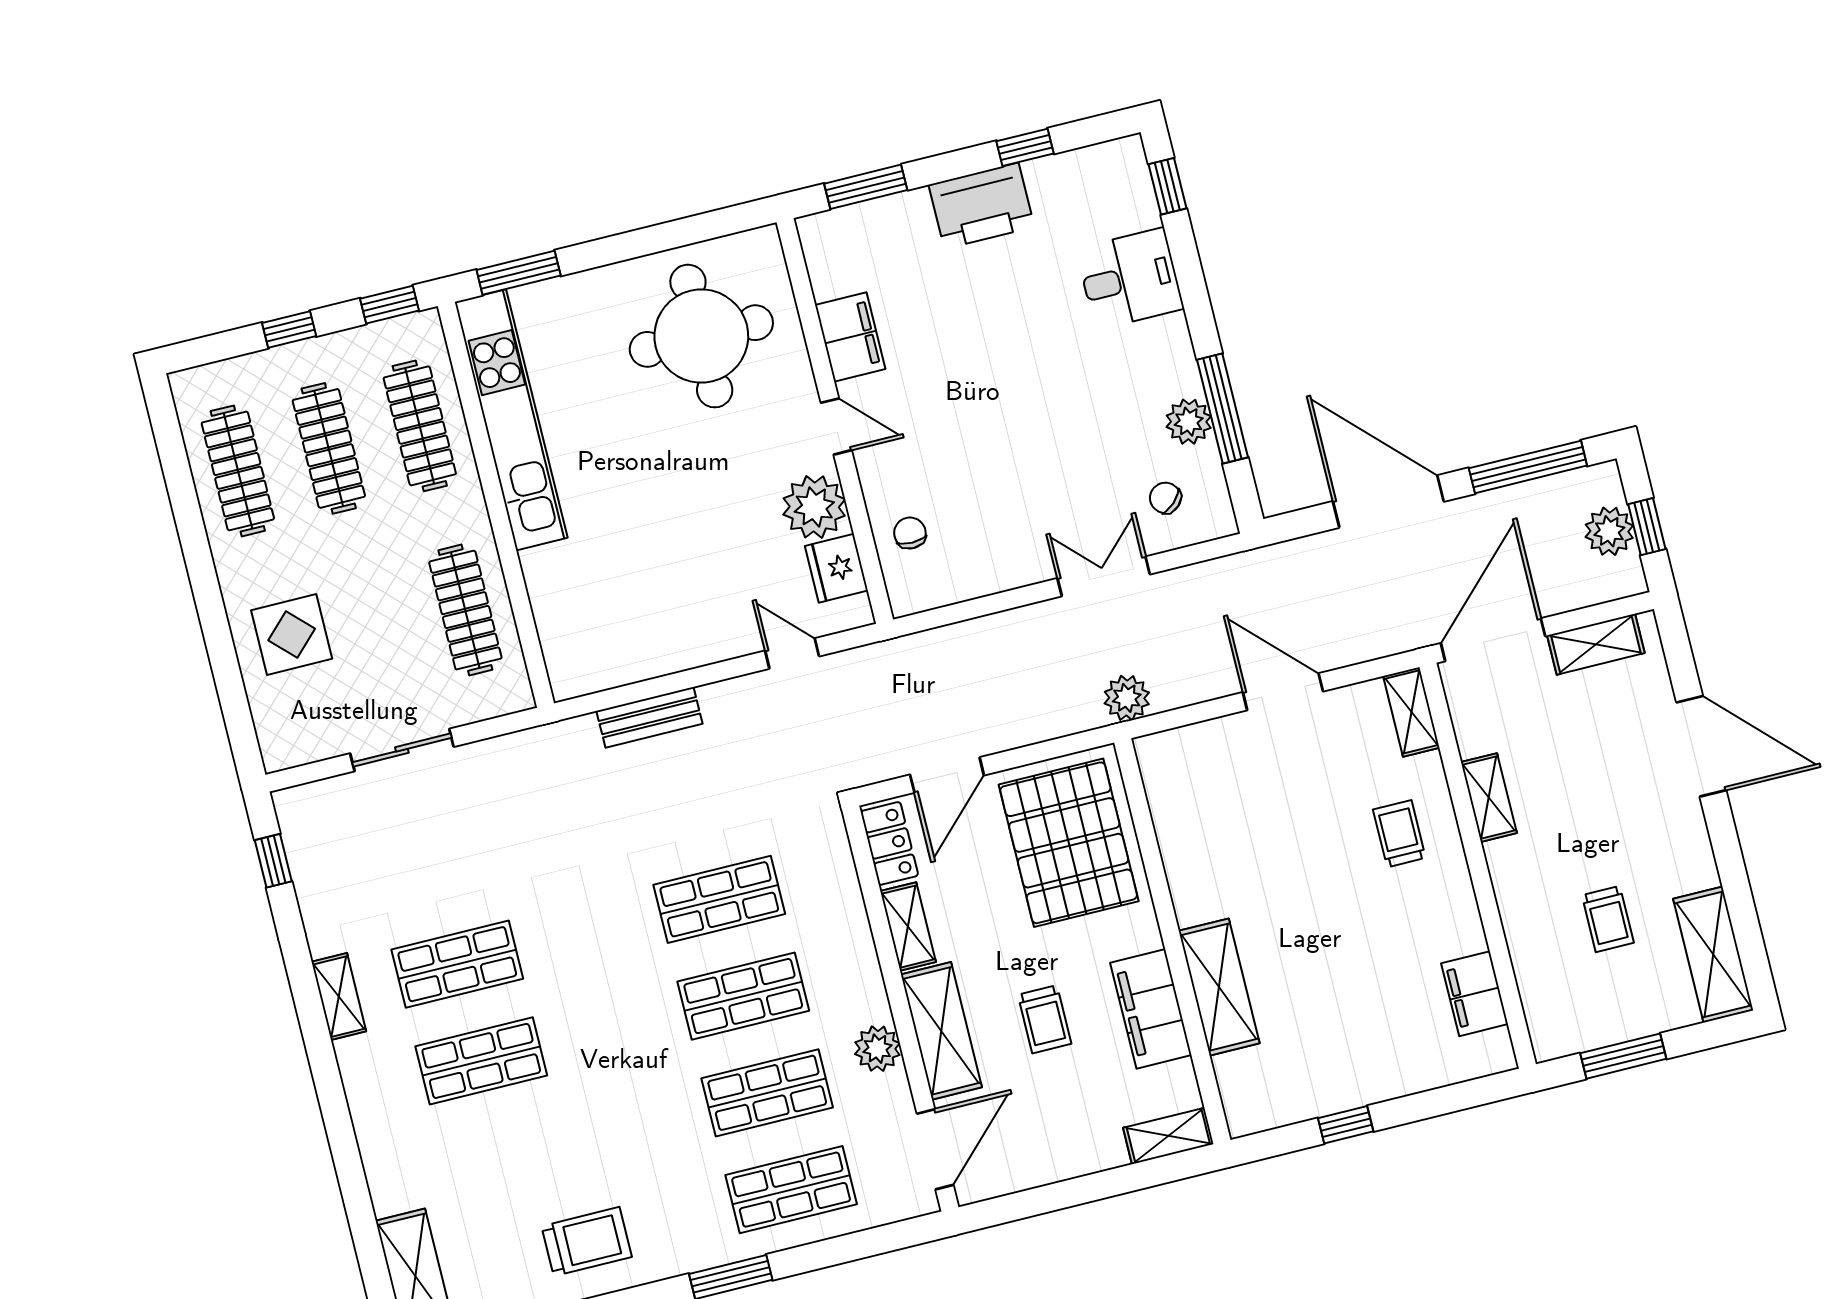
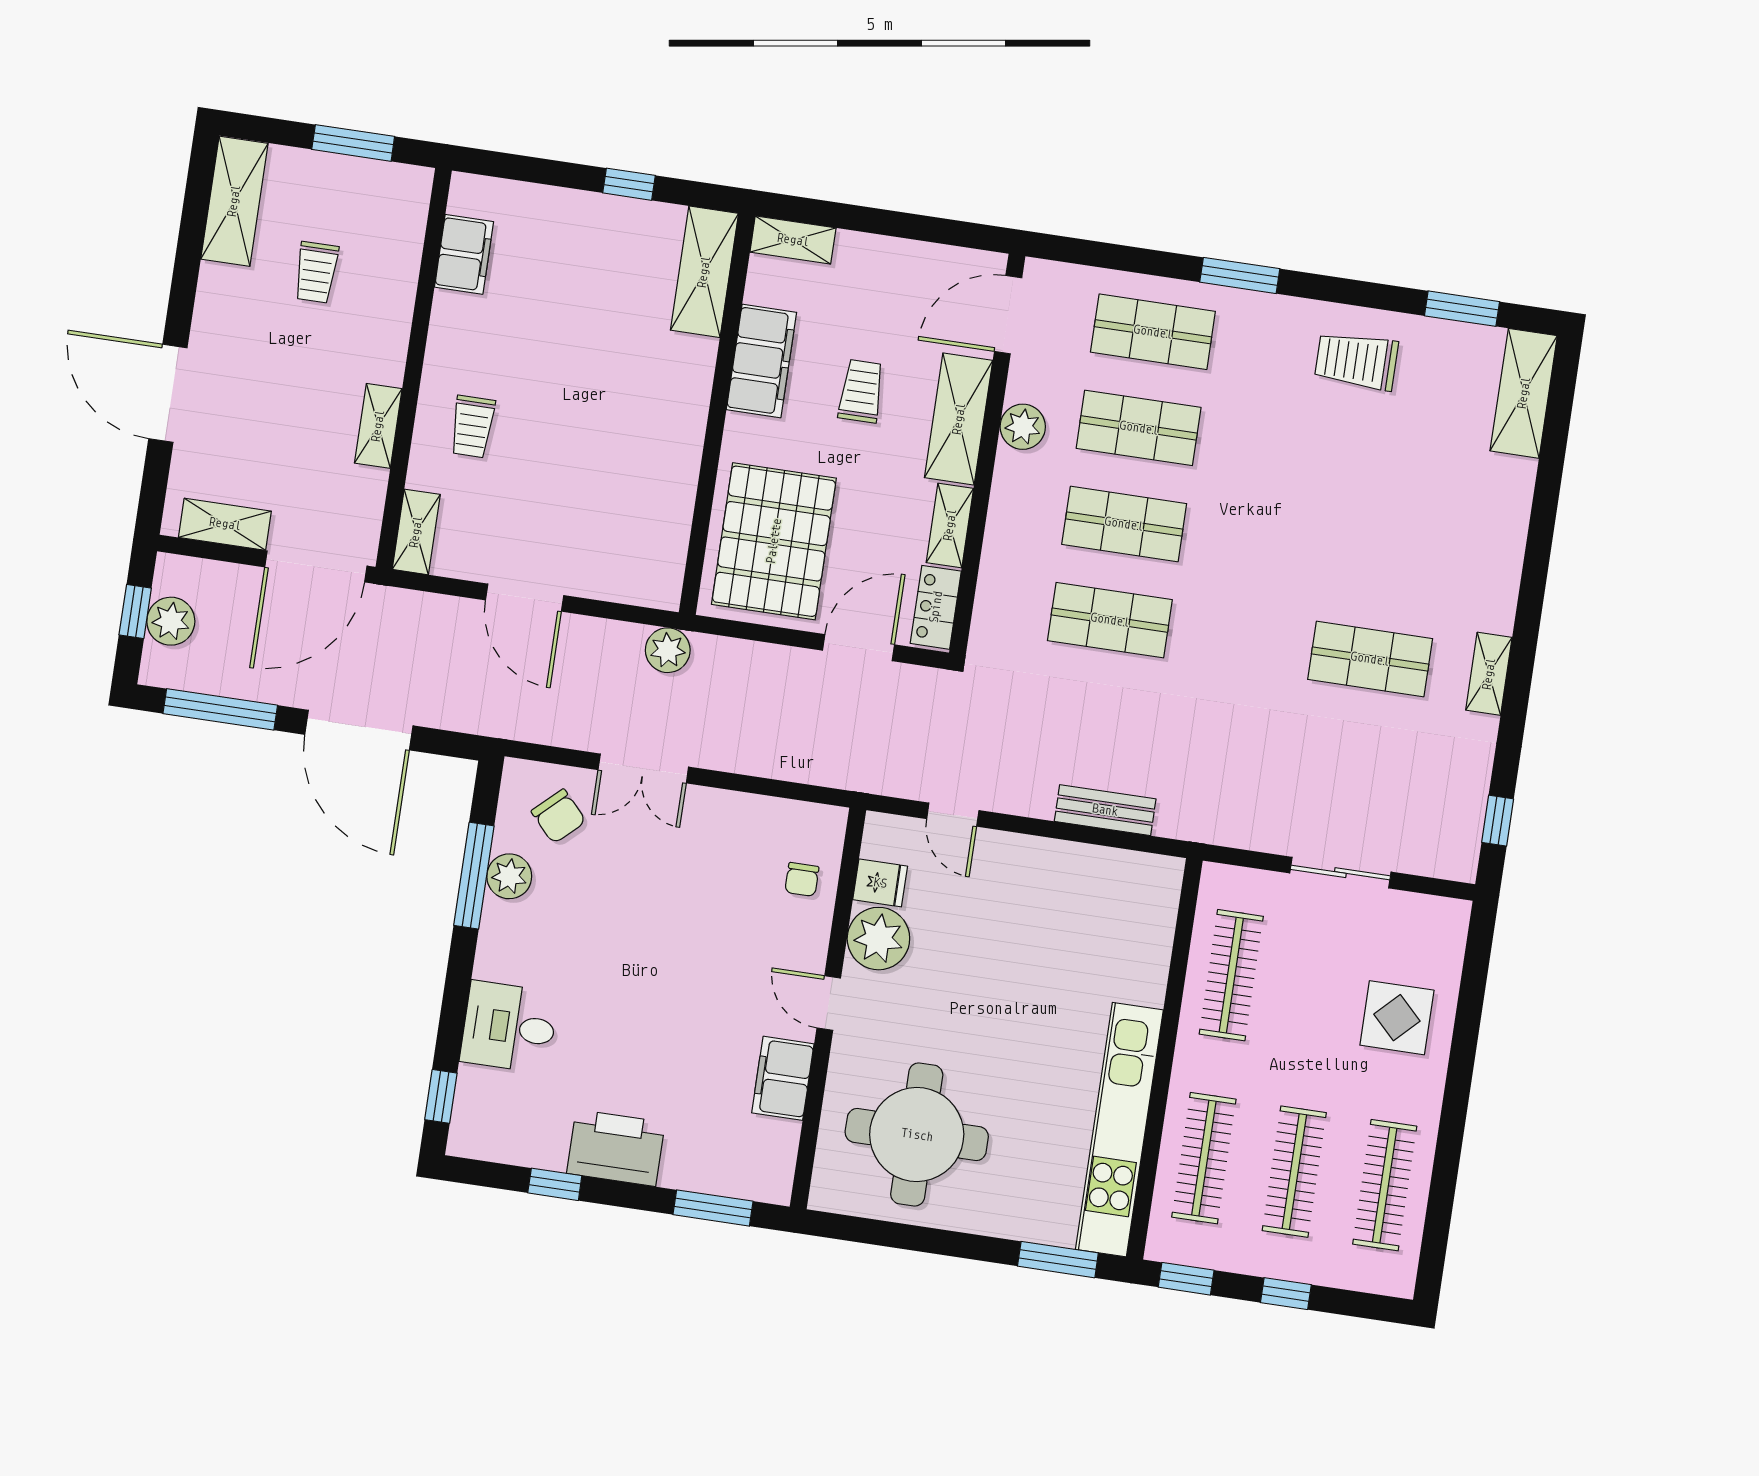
chair: (1165, 498) -> (559, 816), width x1.37, depth x1.37
fridge: (836, 568) -> (880, 883), width x0.72
trolley: (1608, 919) -> (316, 272), turned 180
shelving: (1219, 987) -> (704, 272), moved
shop shelf: (481, 1061) -> (1384, 563), removed

